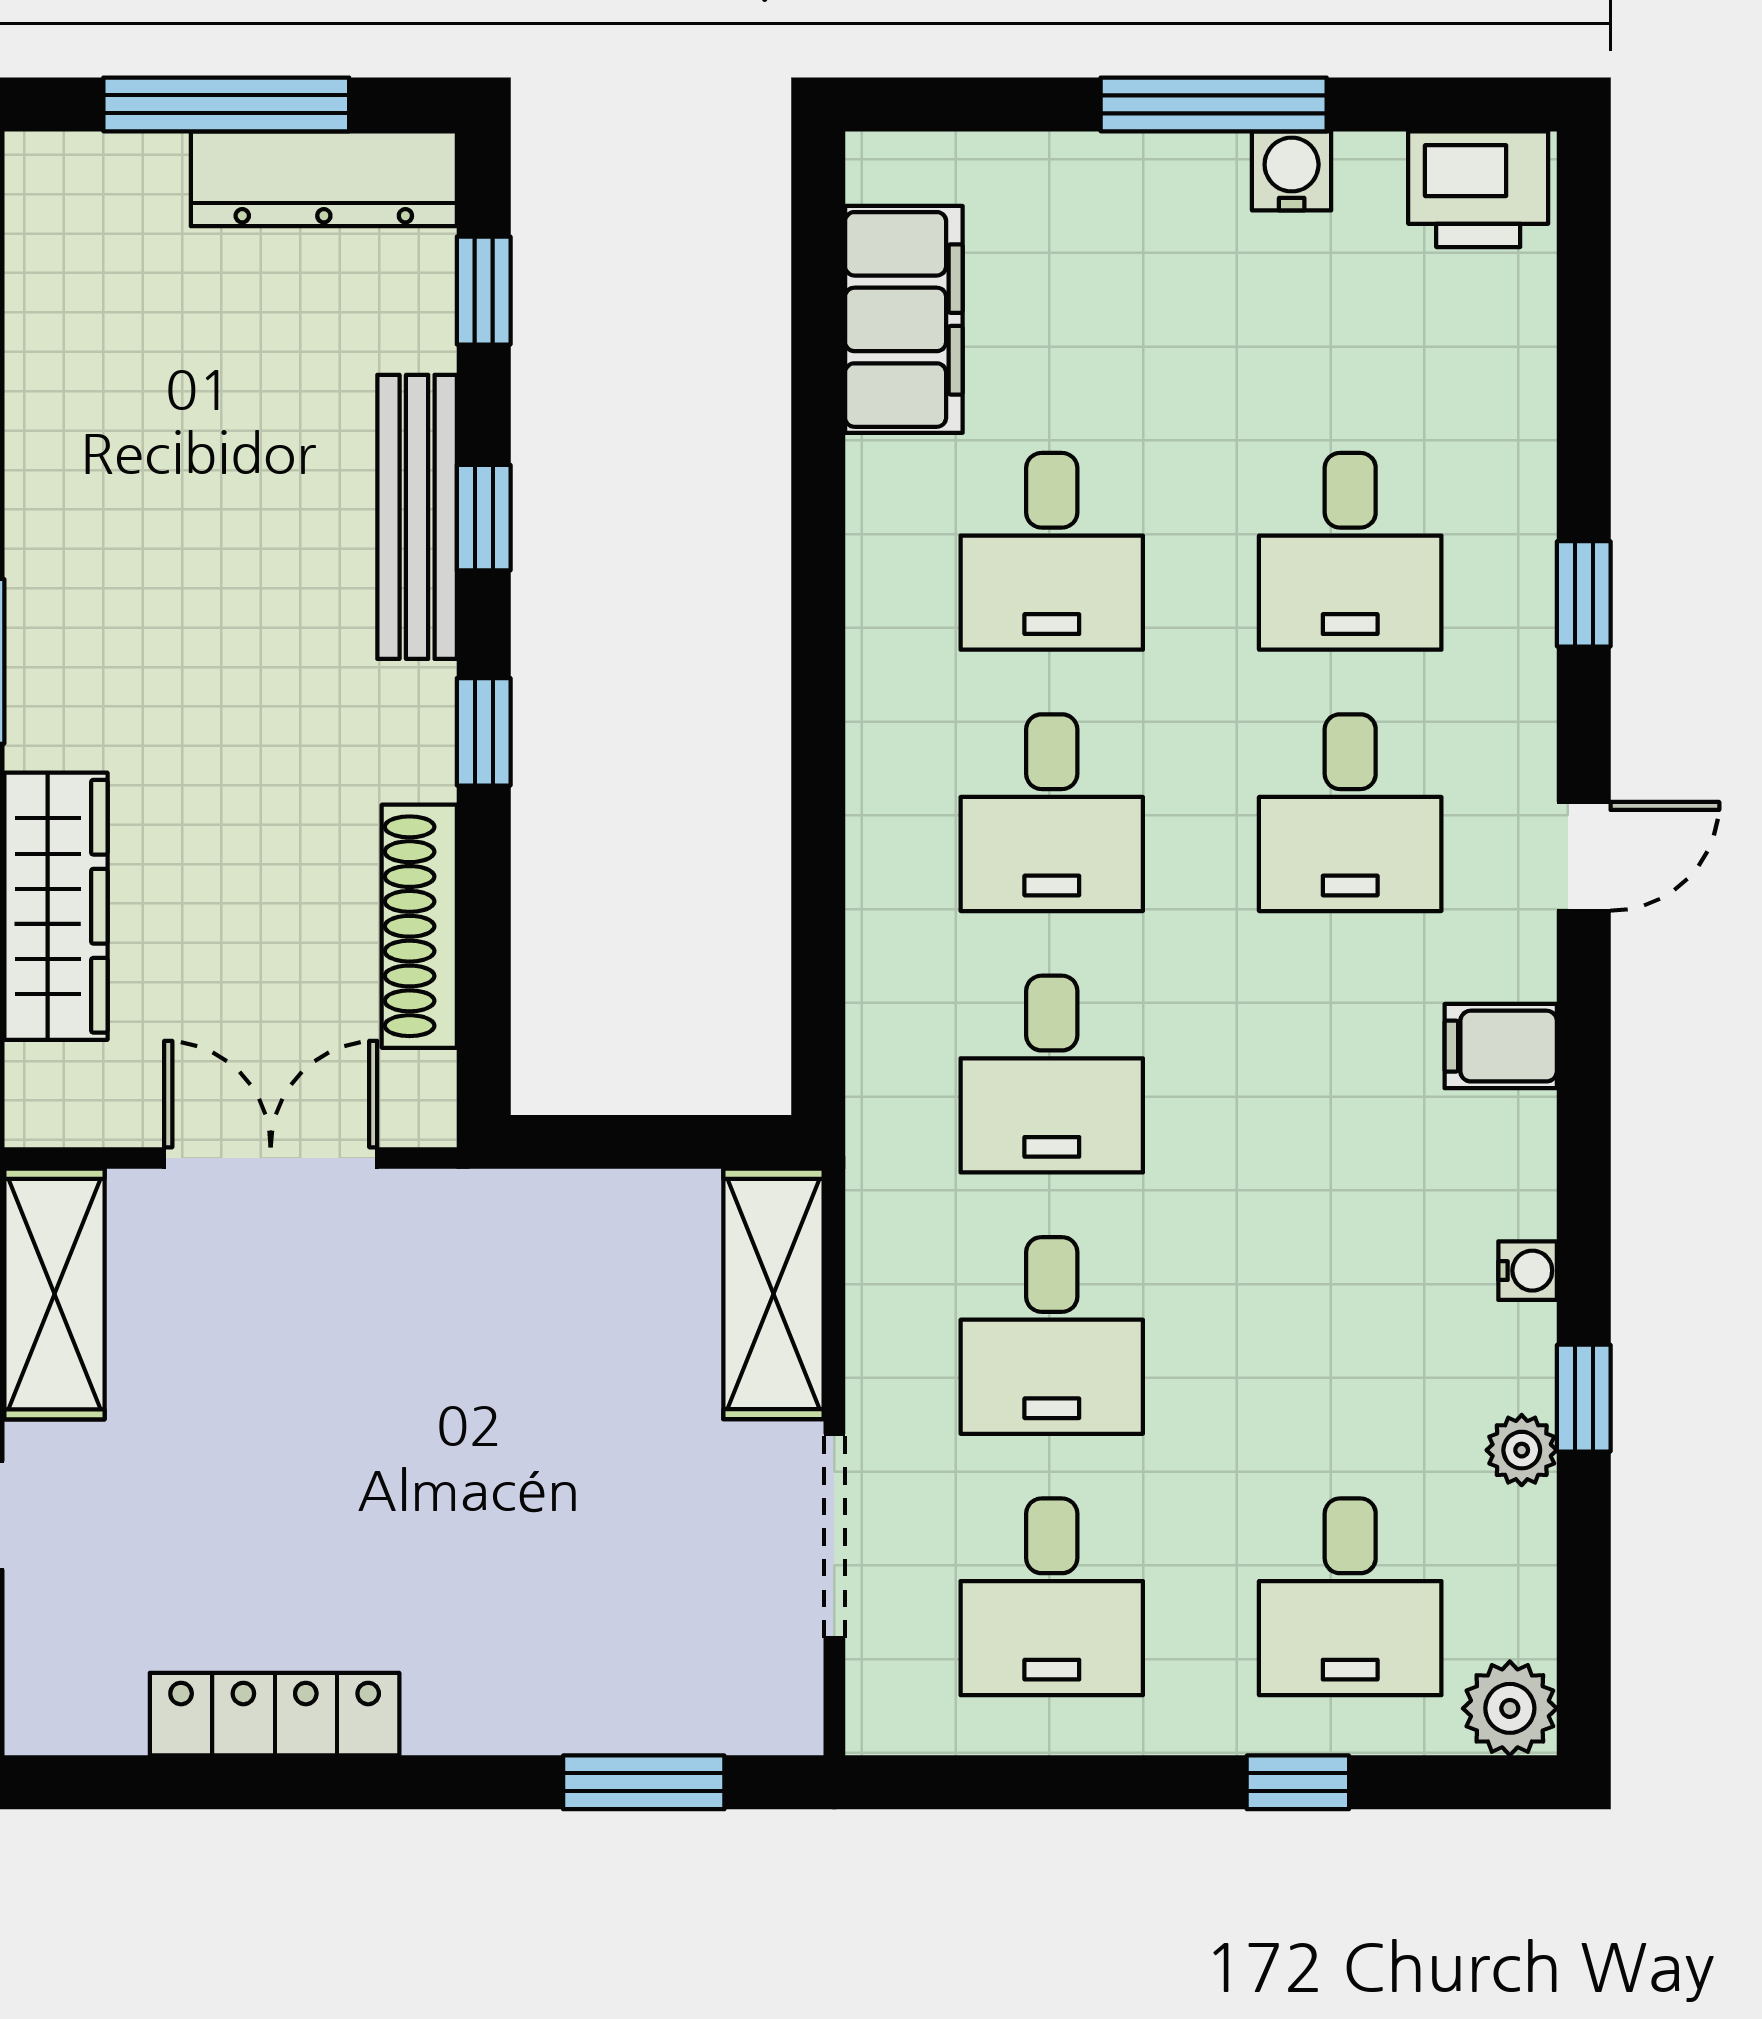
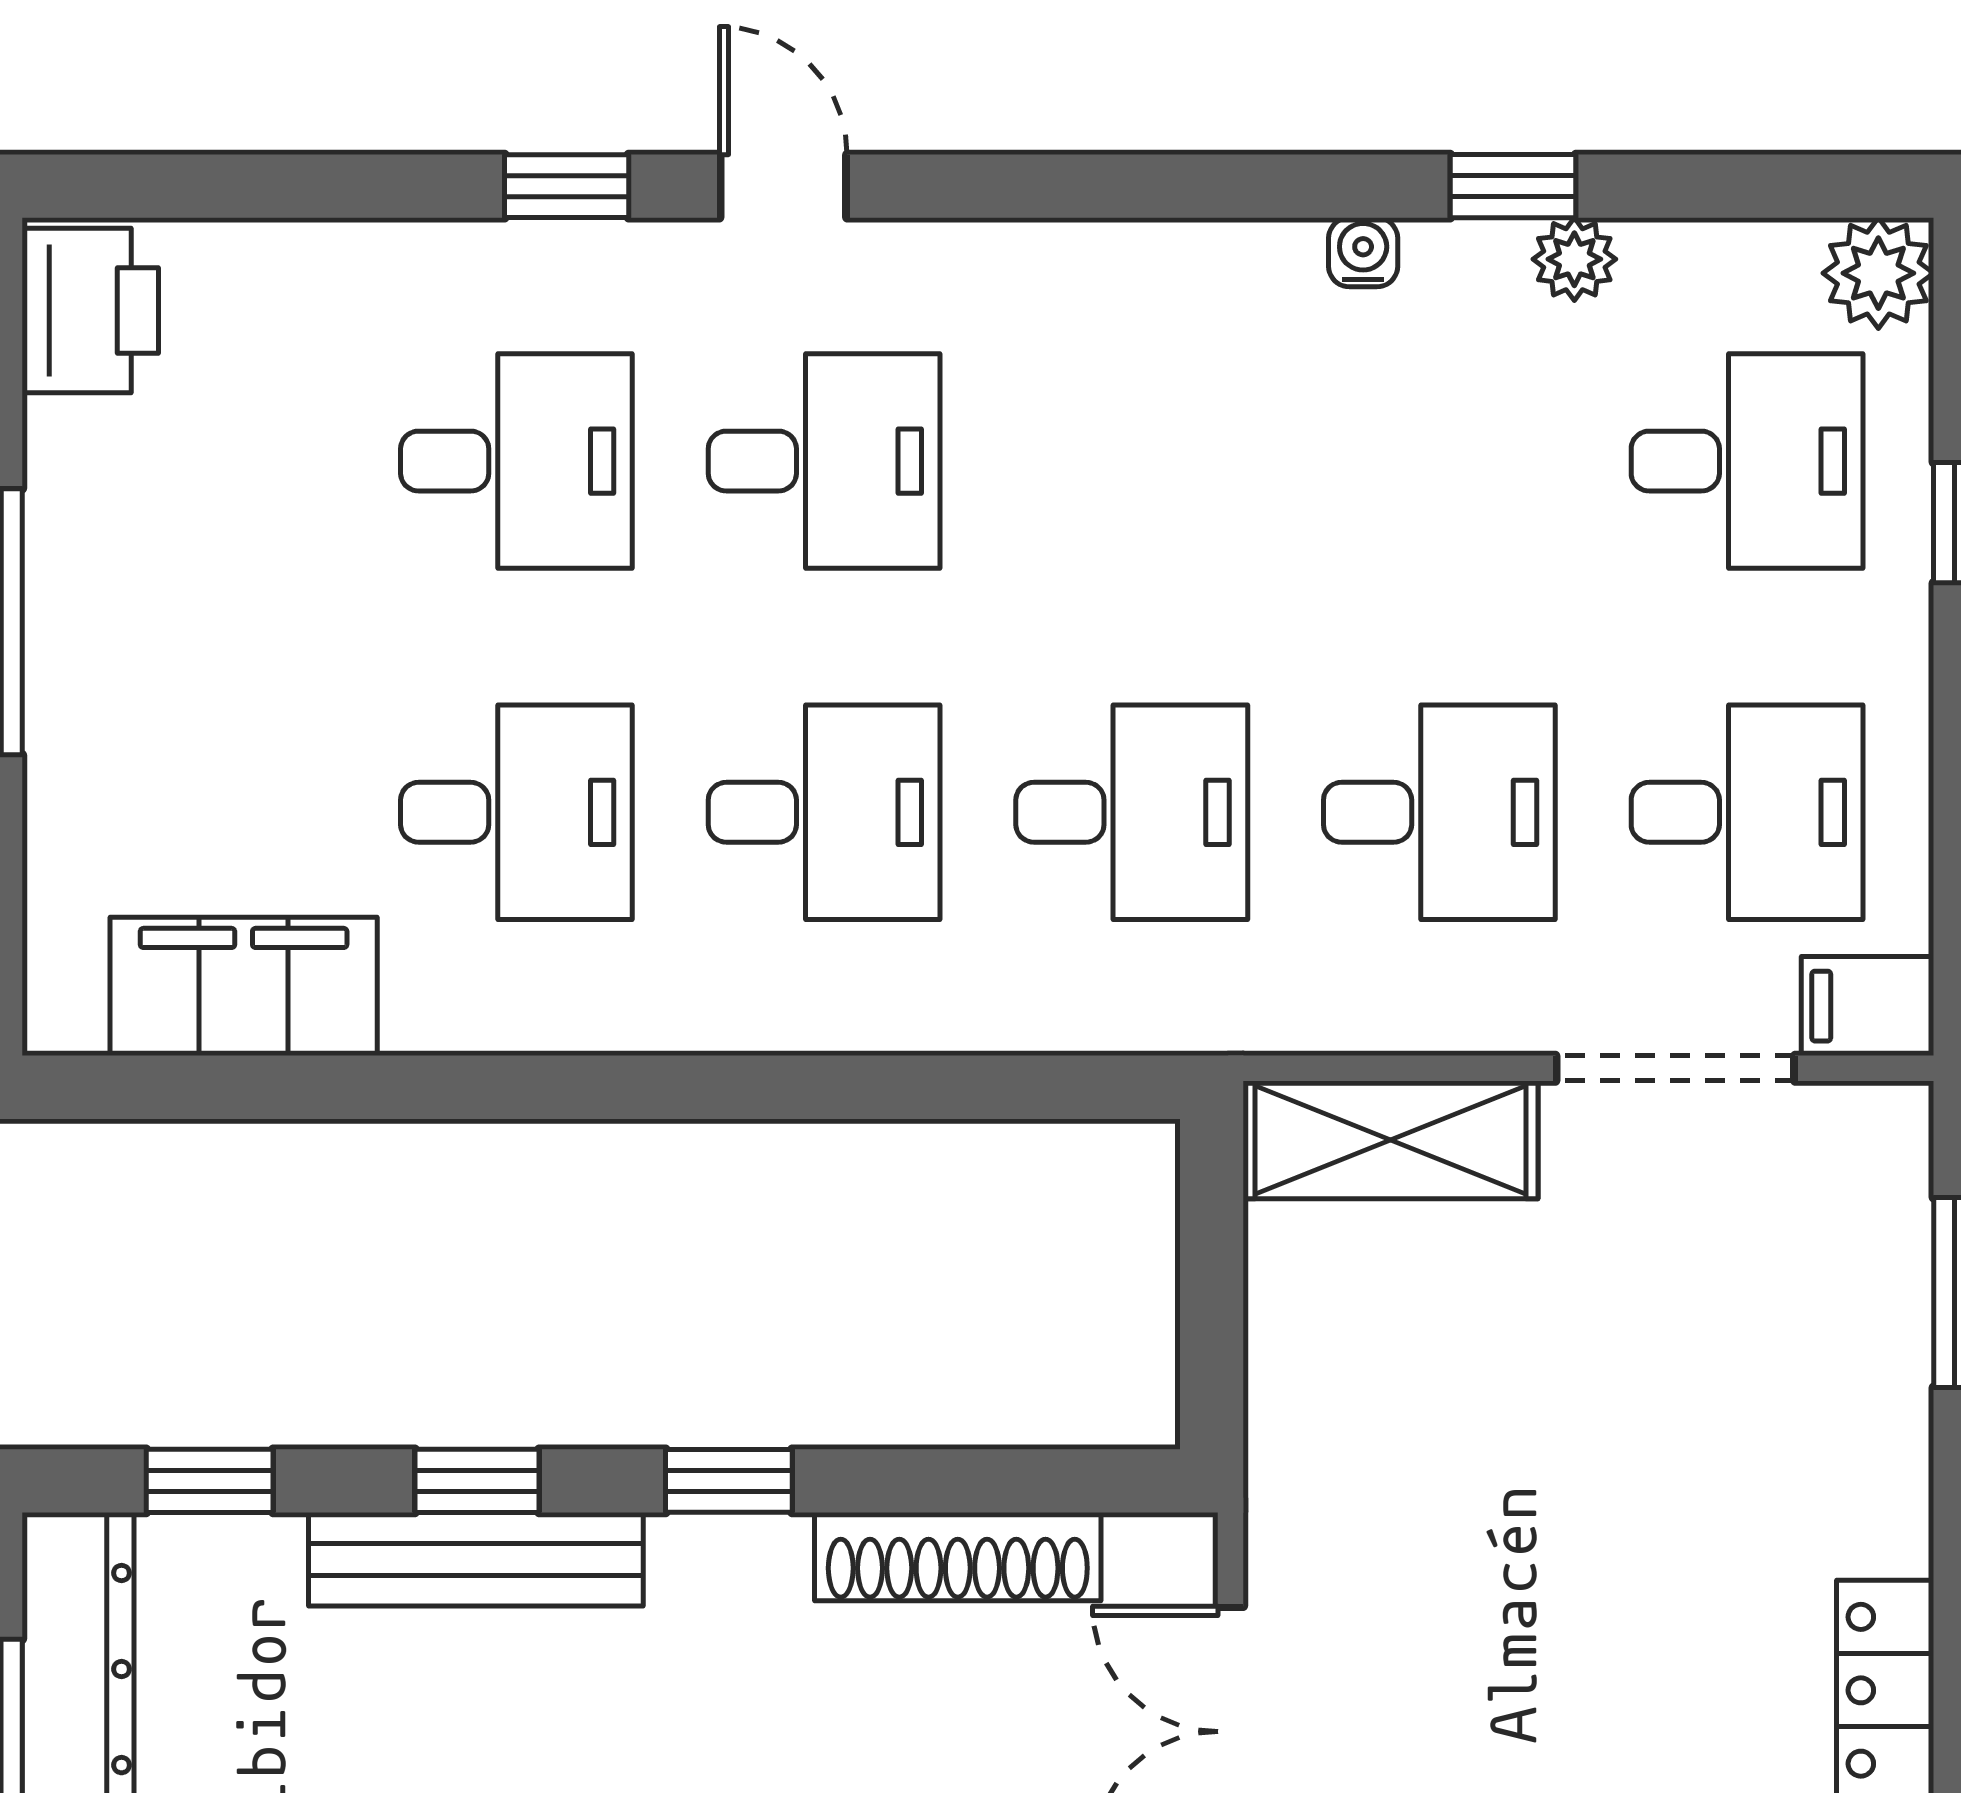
water cooler: (1292, 171) -> (69, 530), removed
door: (1584, 856) -> (783, 186), moved
filing cabinet: (1501, 1046) -> (1868, 1006), moved, turned 90

